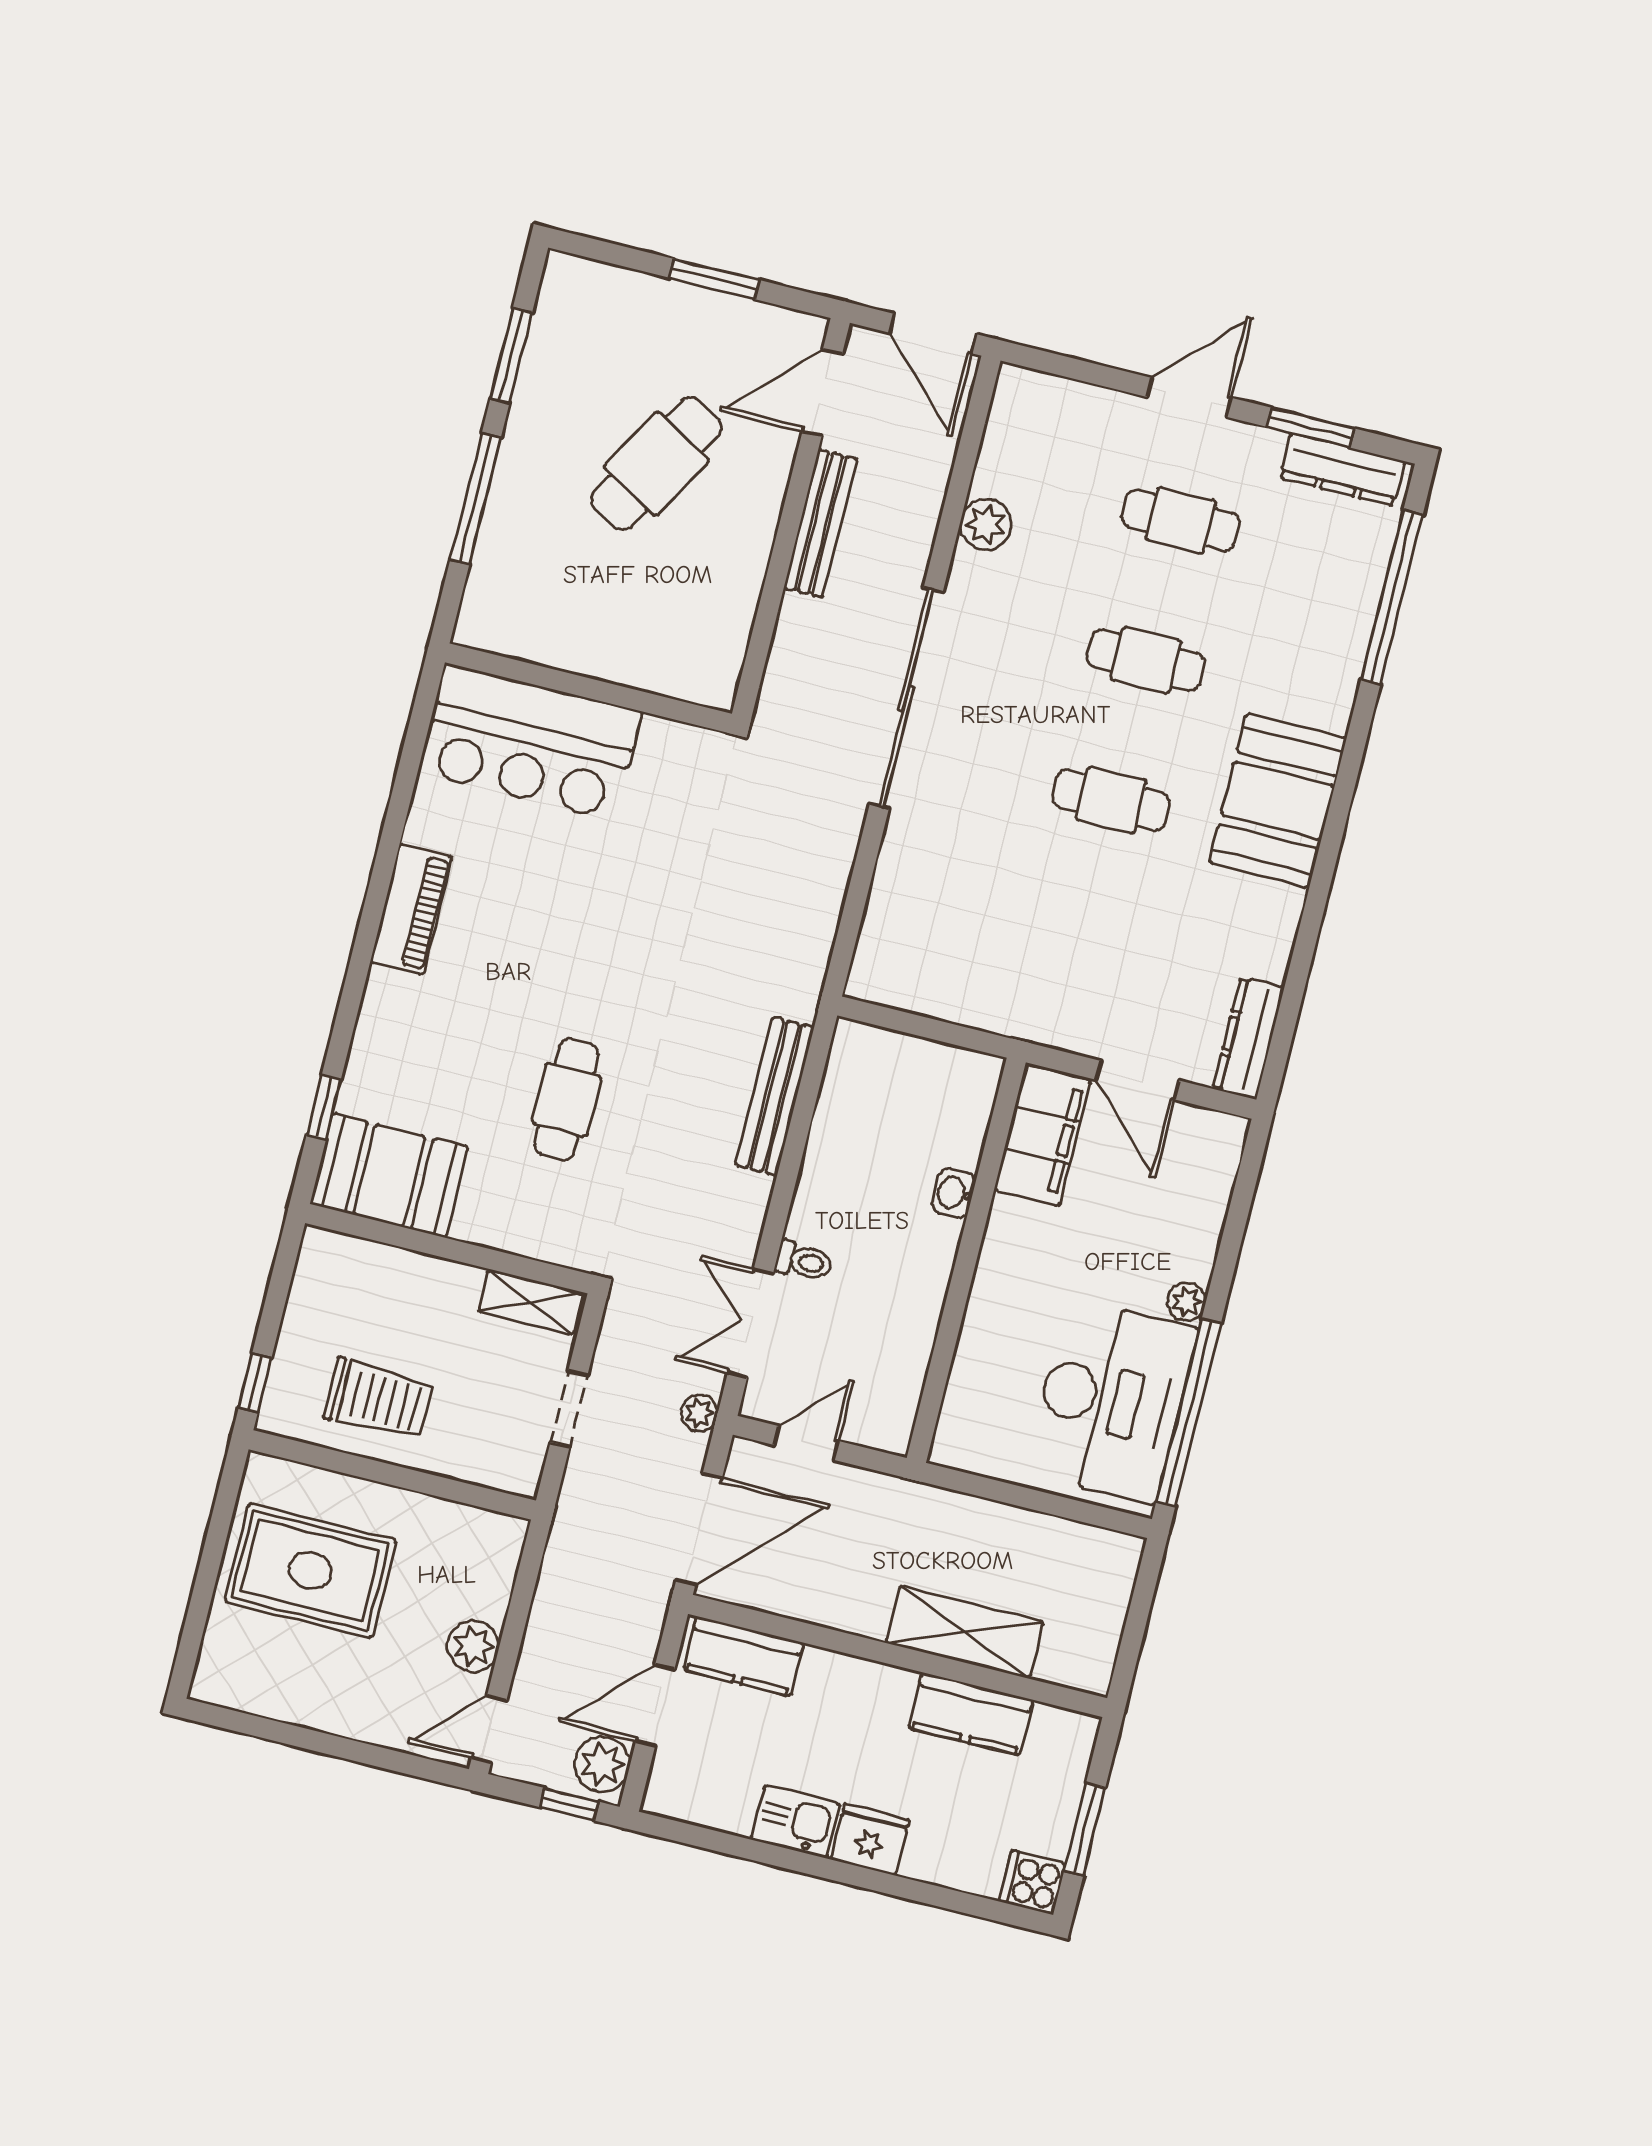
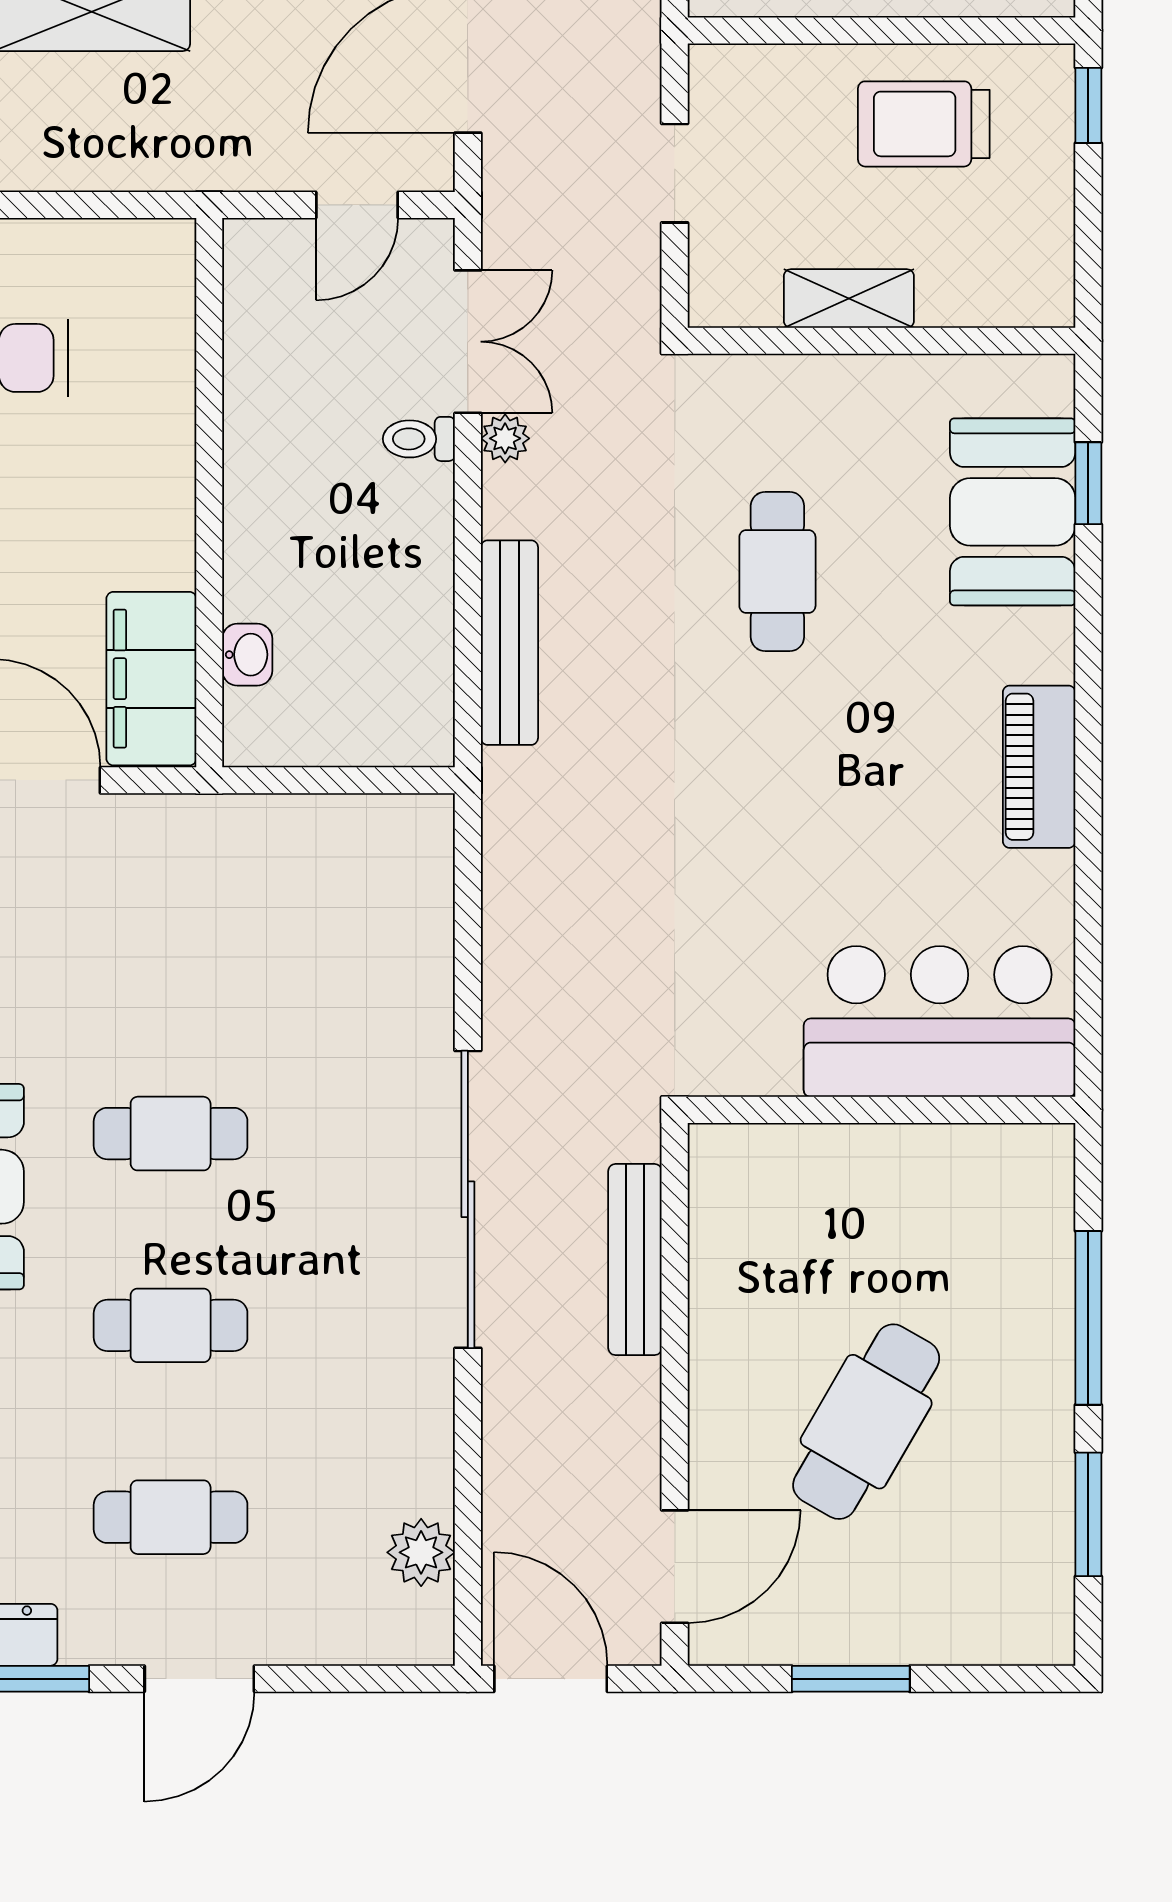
bench: (820, 523) -> (635, 1260), moved
plant: (986, 524) -> (421, 1552), moved
booth: (389, 1175) -> (1013, 512), moved, turned 90
washbasin: (954, 1193) -> (247, 655), moved
shelving: (531, 1302) -> (849, 299), moved
plant: (699, 1413) -> (505, 438), moved

